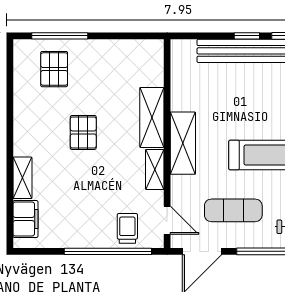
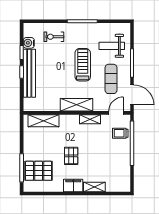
pallet: (54, 69) -> (39, 171), width x1.50, depth x1.42
shelving: (152, 117) -> (43, 121), moved
pallet: (83, 132) -> (71, 156), turned 90
filing cabinet: (25, 219) -> (73, 186), moved

